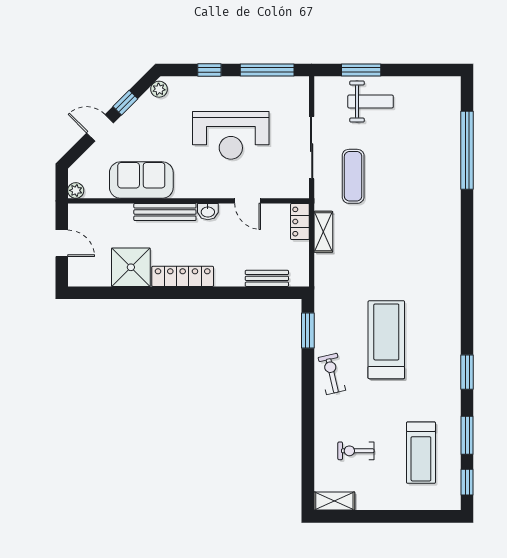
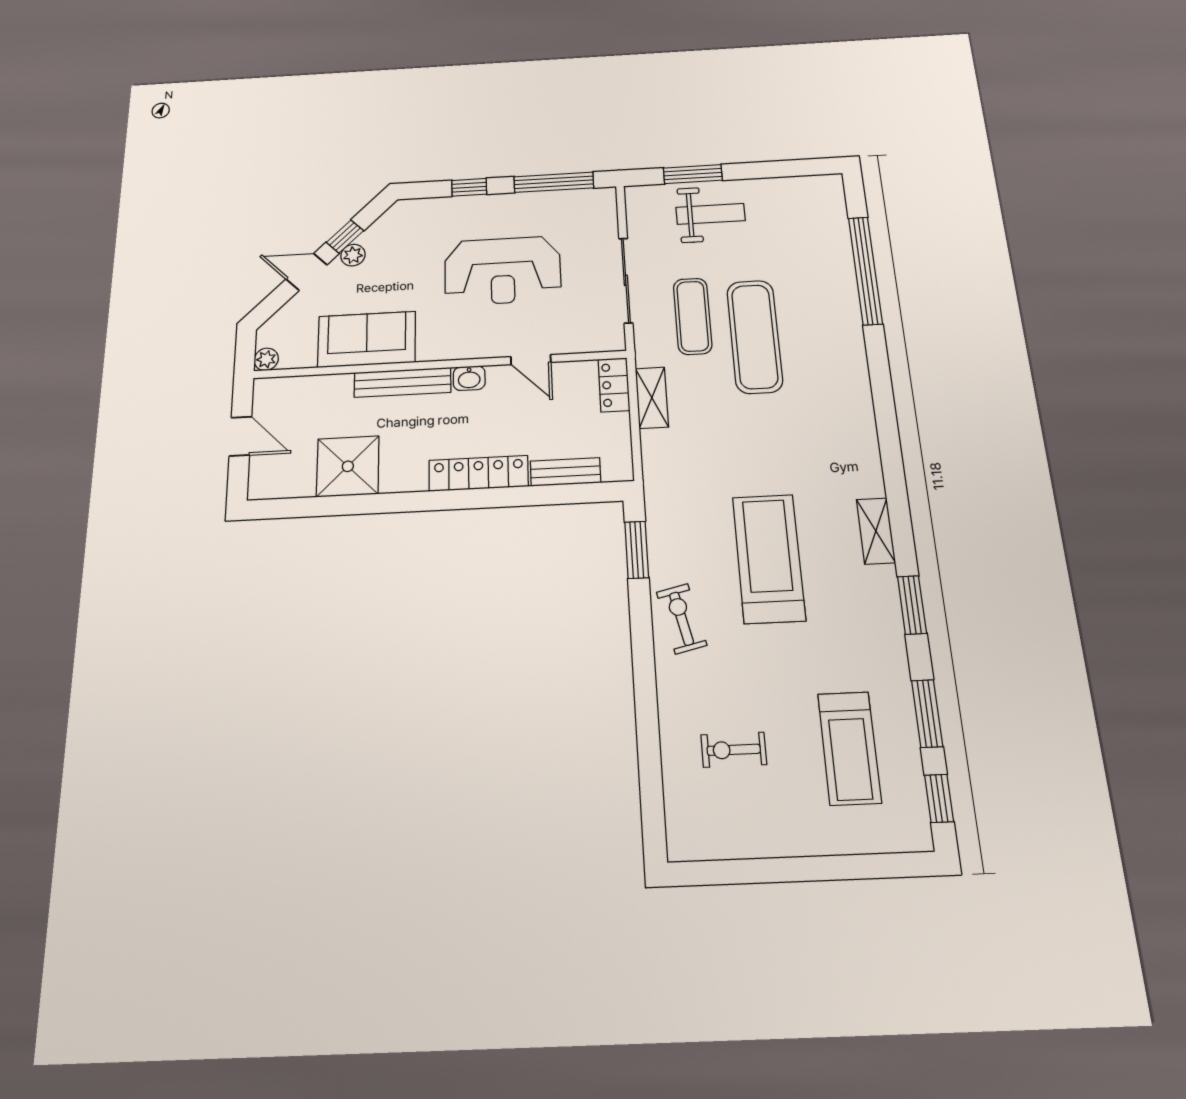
plant: (159, 89) -> (353, 255), moved
exercise mat: (391, 193) -> (755, 336), added
locker: (183, 276) -> (478, 473), moved
shelving: (334, 501) -> (876, 531), moved, turned 90

